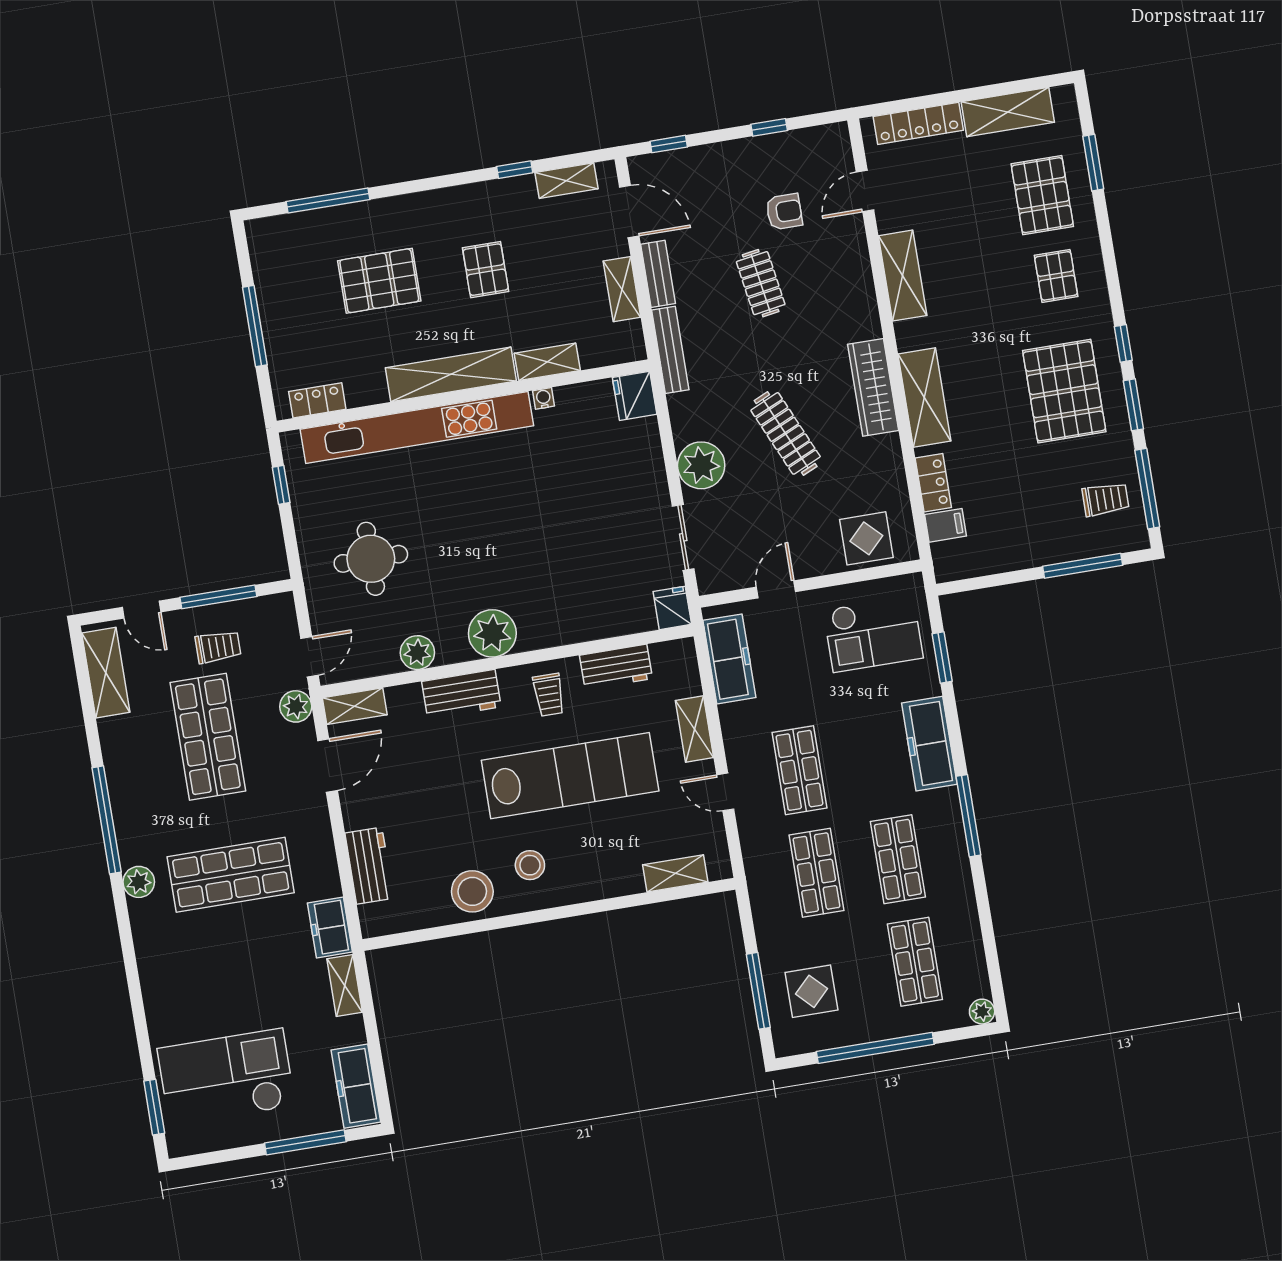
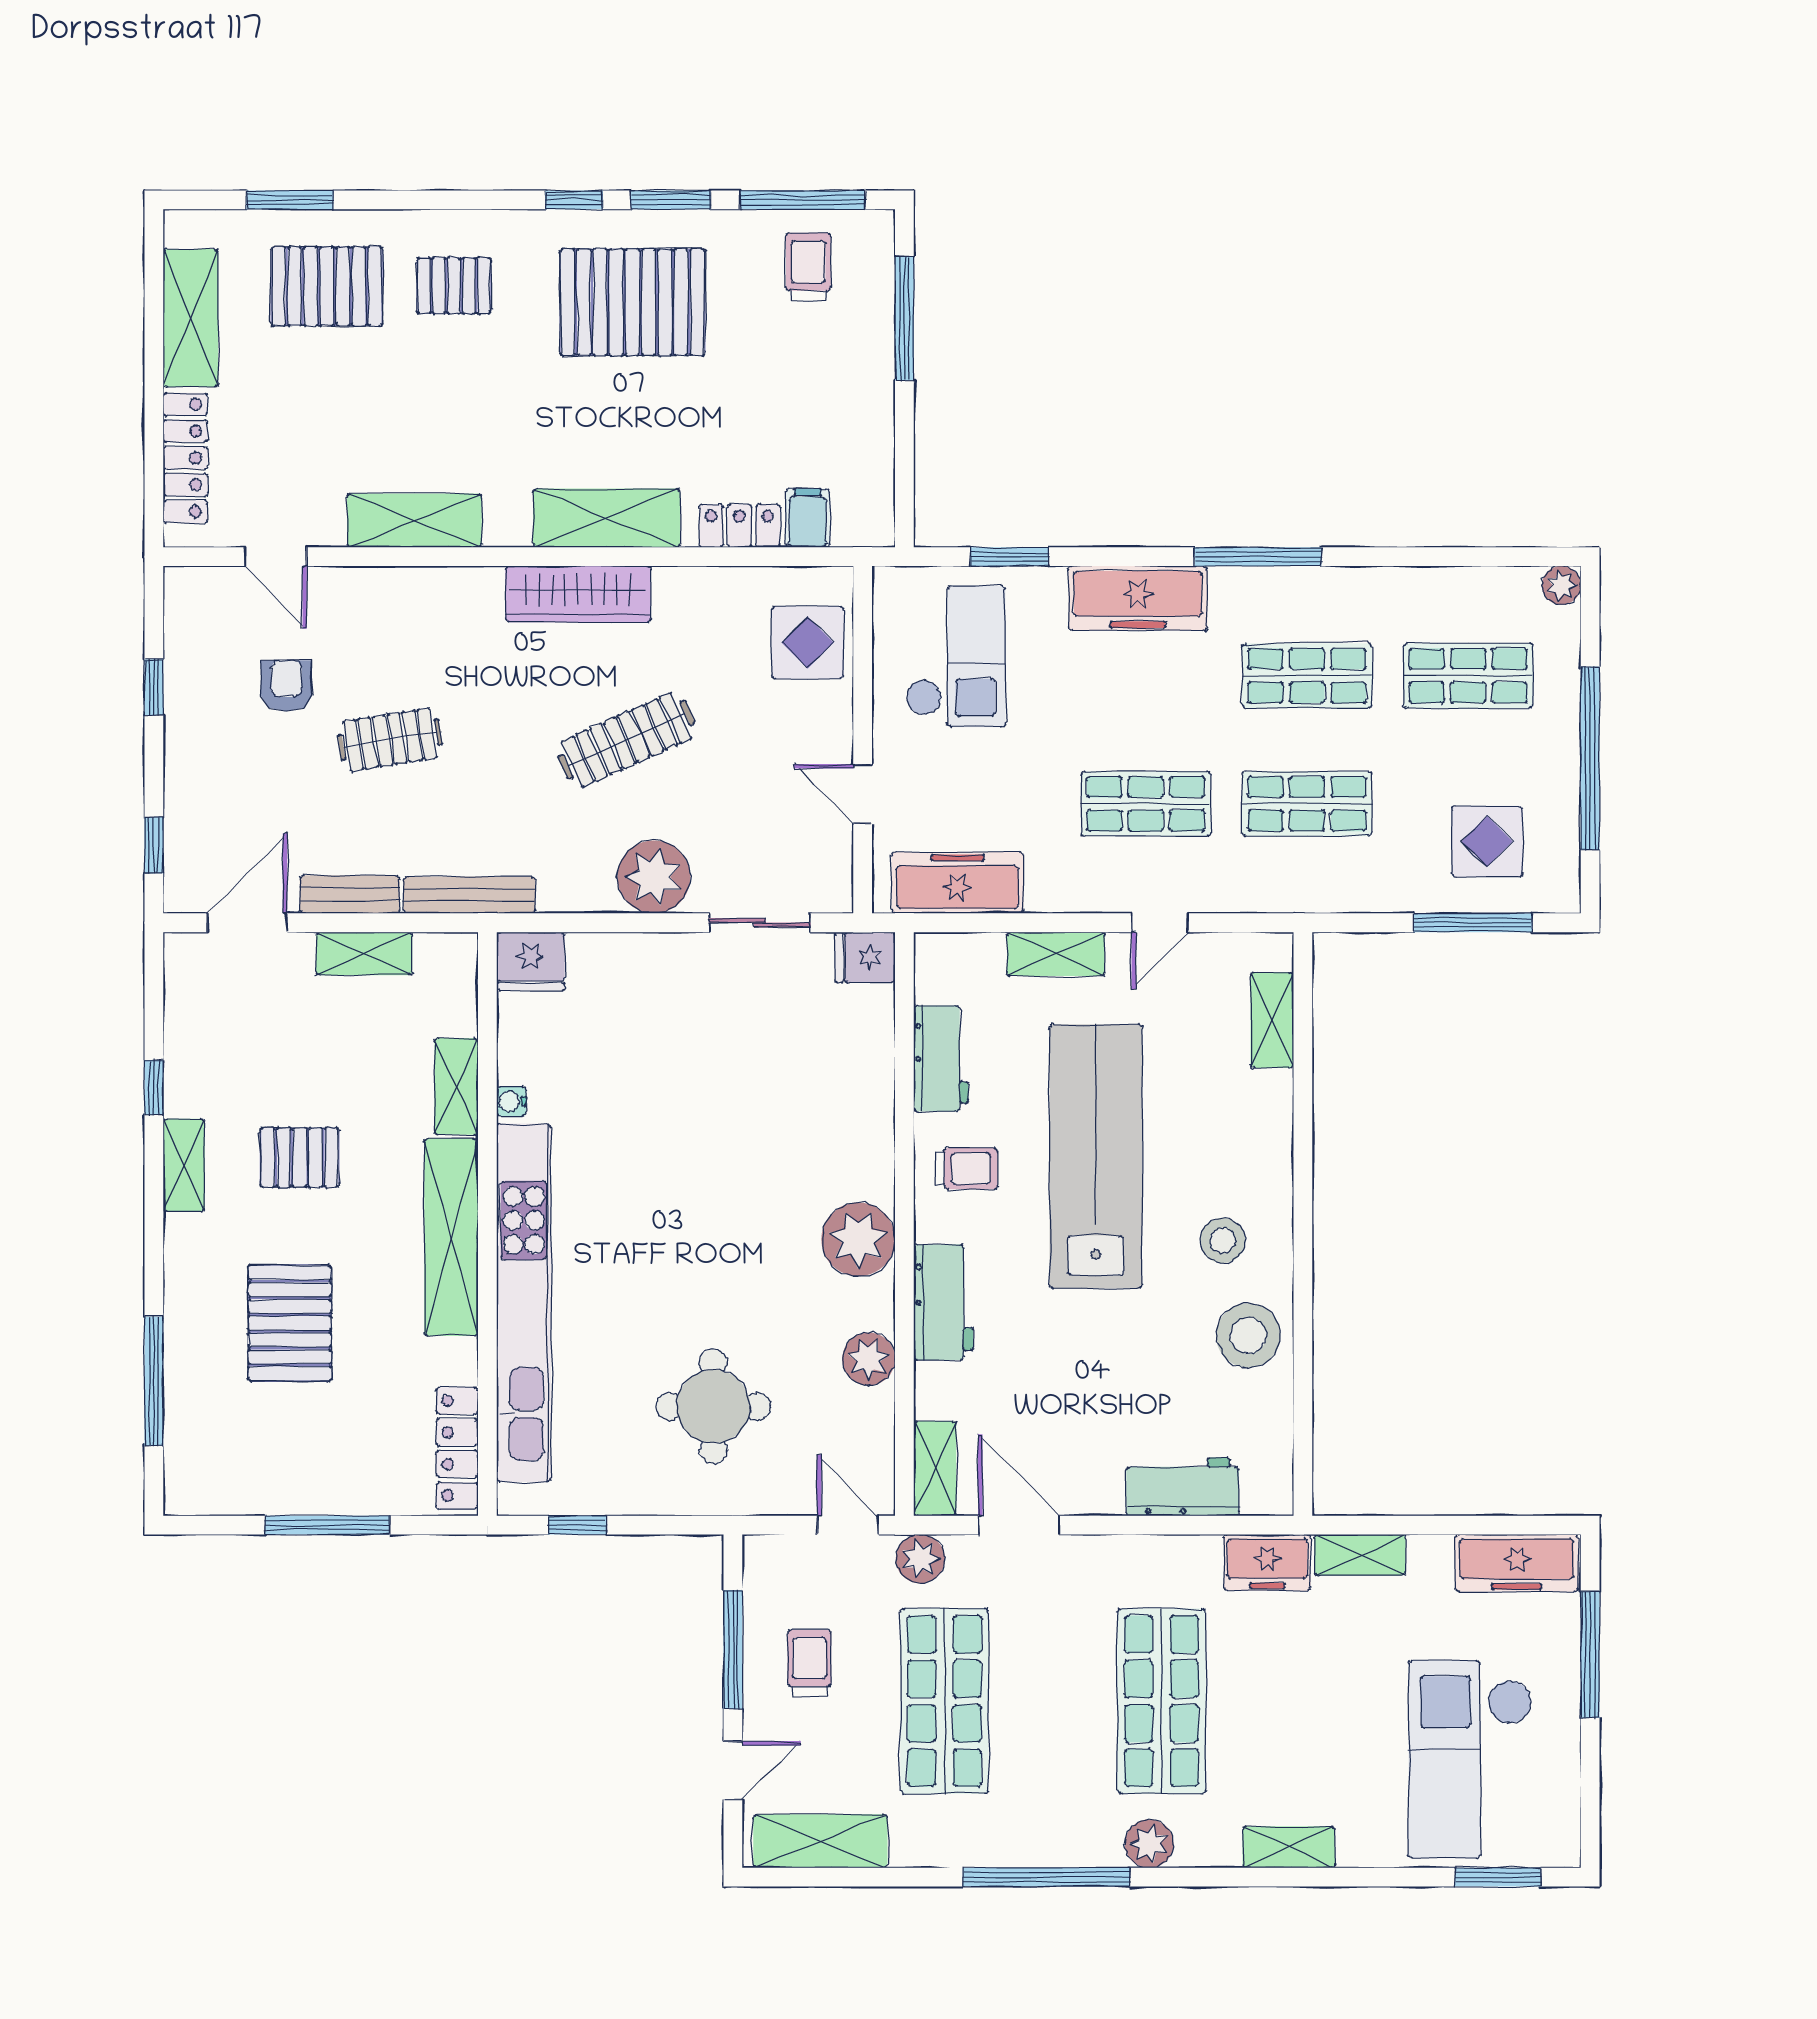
shelving: (566, 181) -> (184, 1165), moved
locker: (317, 400) -> (457, 1448), width x1.53
shop shelf: (208, 737) -> (944, 1701), turned 90
shelving: (151, 971) -> (1289, 1847), added

